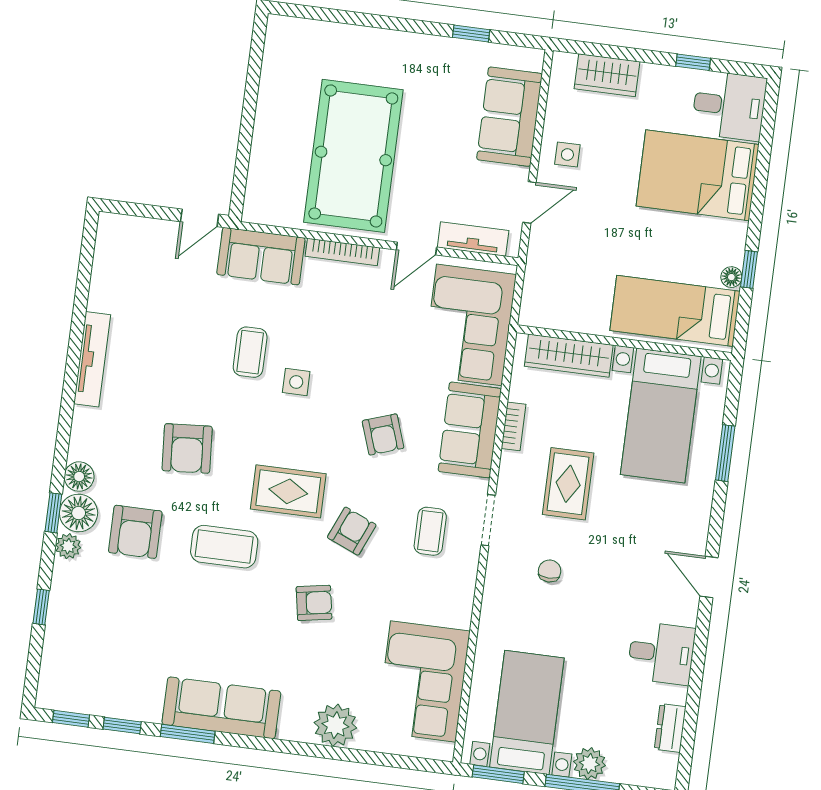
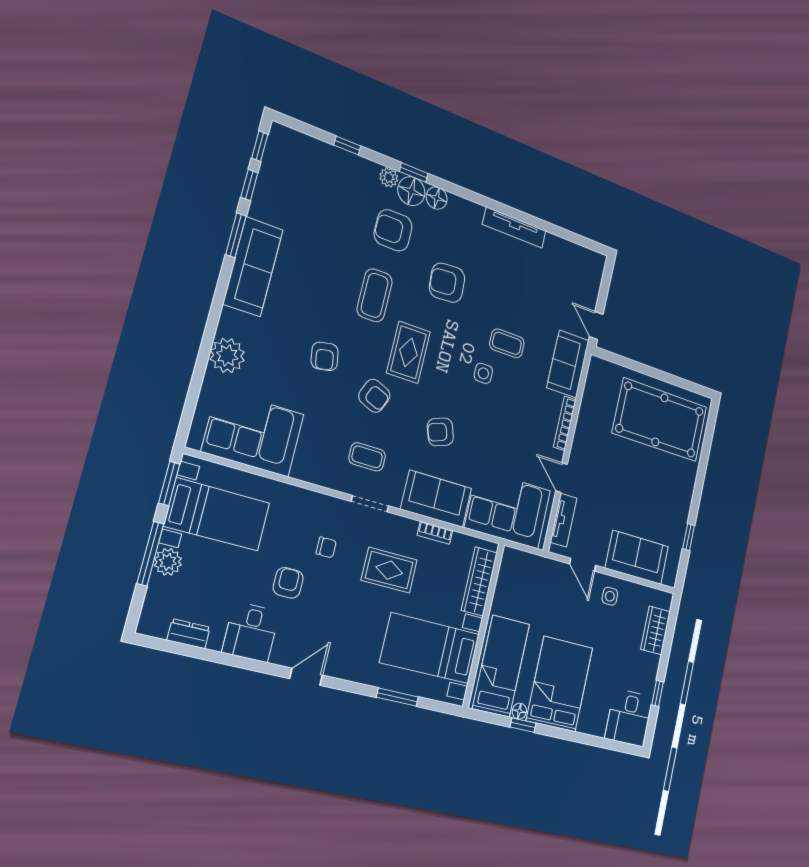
pool table: (353, 156) -> (660, 420), moved
bed: (698, 175) -> (560, 684), moved
armchair: (598, 614) -> (288, 583), added

